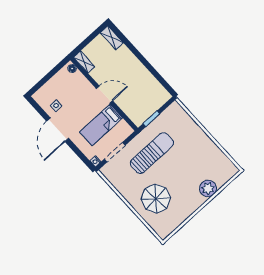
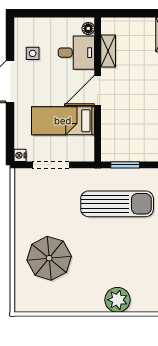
shelving: (84, 62) -> (108, 51), moved
desk: (77, 86) -> (76, 53), added
door: (104, 95) -> (98, 90), swing flipped
sun lounger: (152, 153) -> (117, 204), moved

